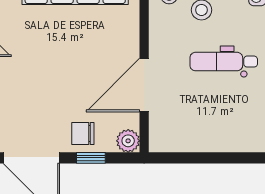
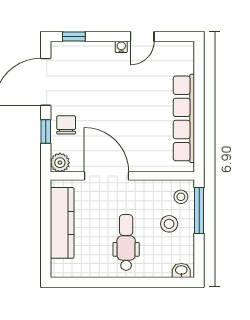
kitchen counter: (200, 138) -> (62, 223), added

